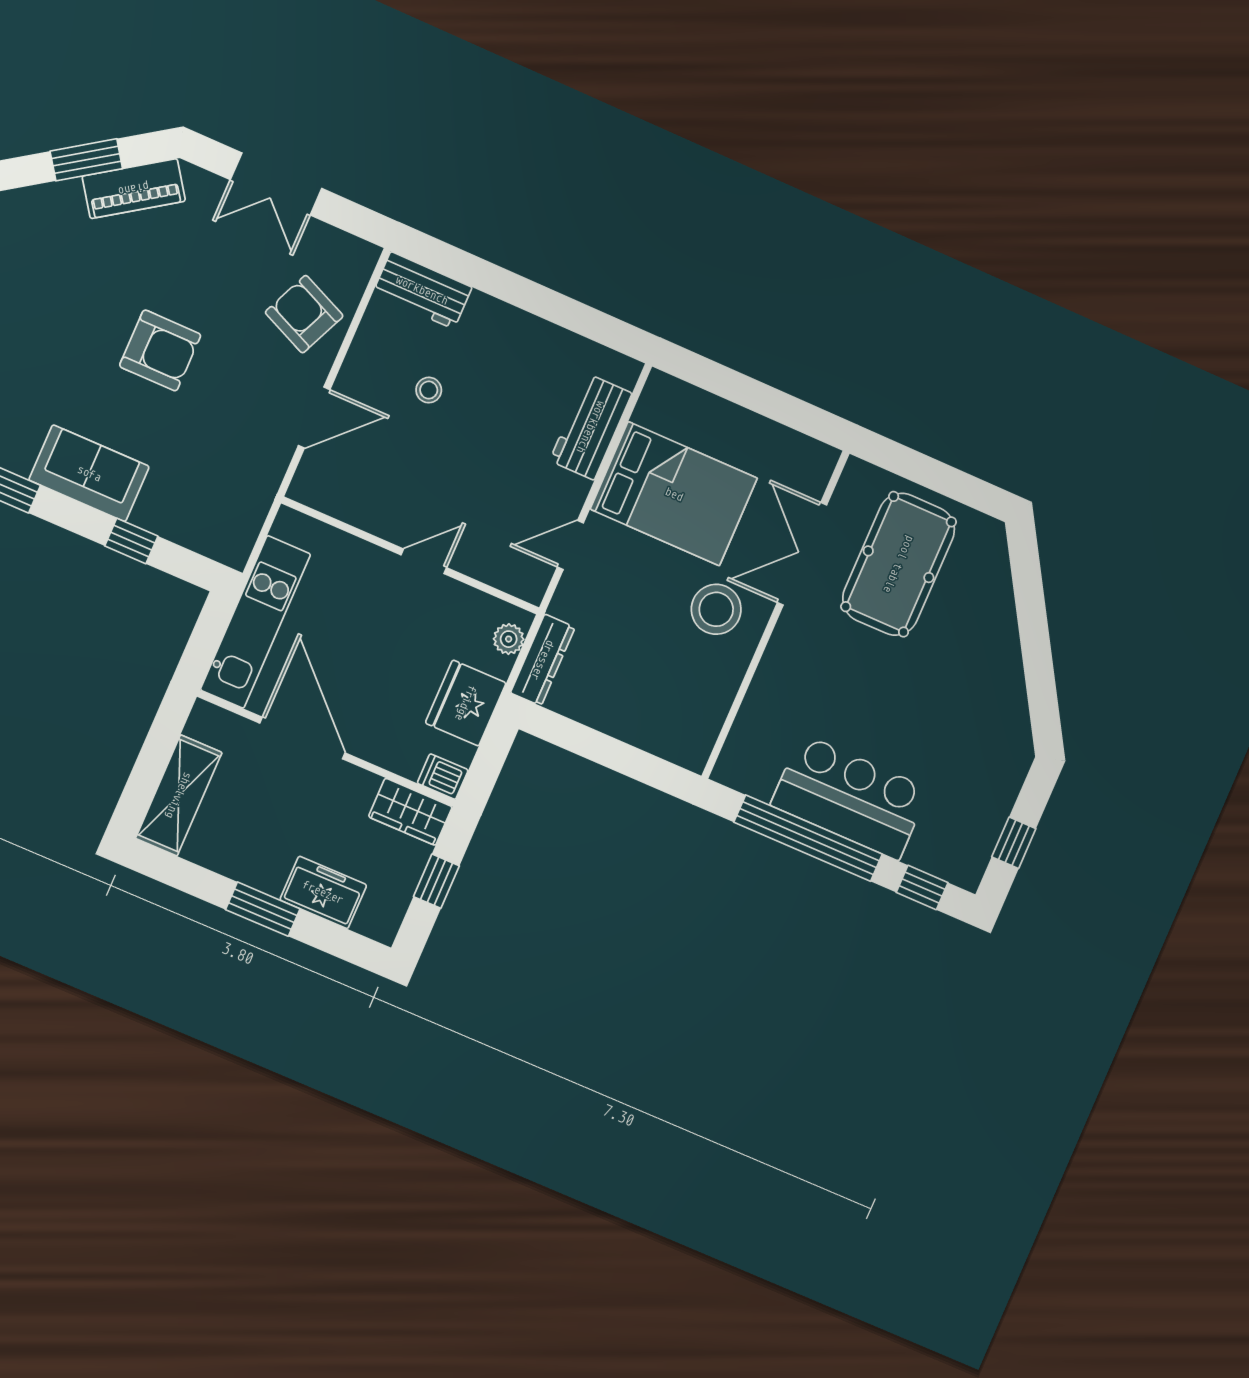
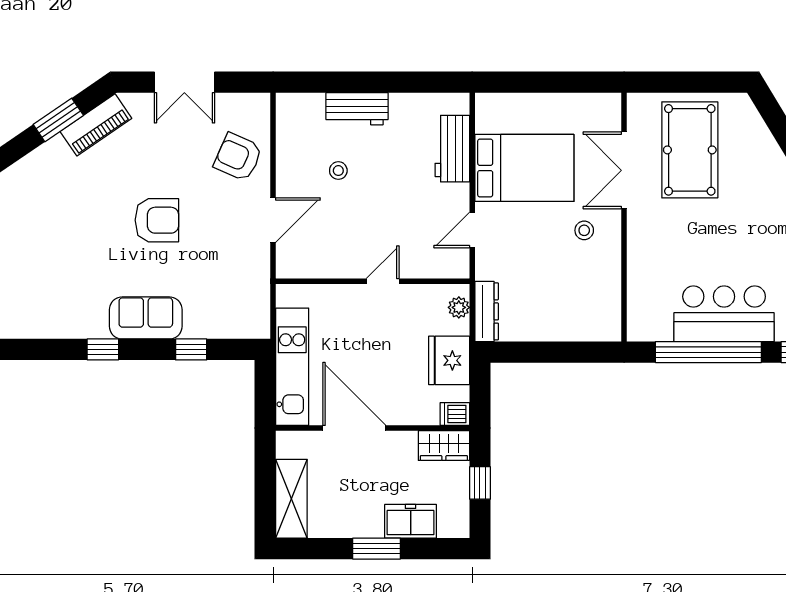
workbench: (422, 290) -> (357, 109), moved
stool: (716, 609) -> (584, 230), width x0.53, depth x0.53

